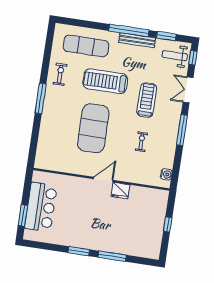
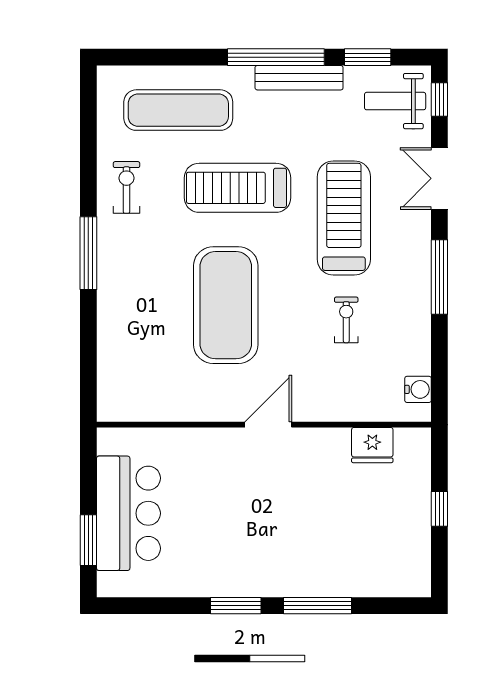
treadmill: (147, 100) -> (344, 218), width x1.37, depth x1.38
fridge: (120, 191) -> (372, 445), moved

